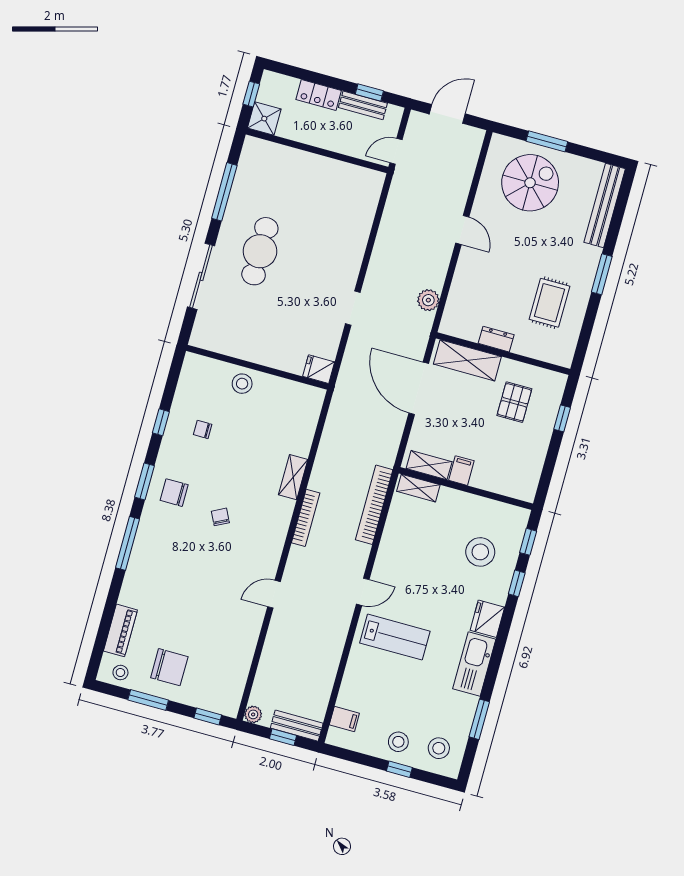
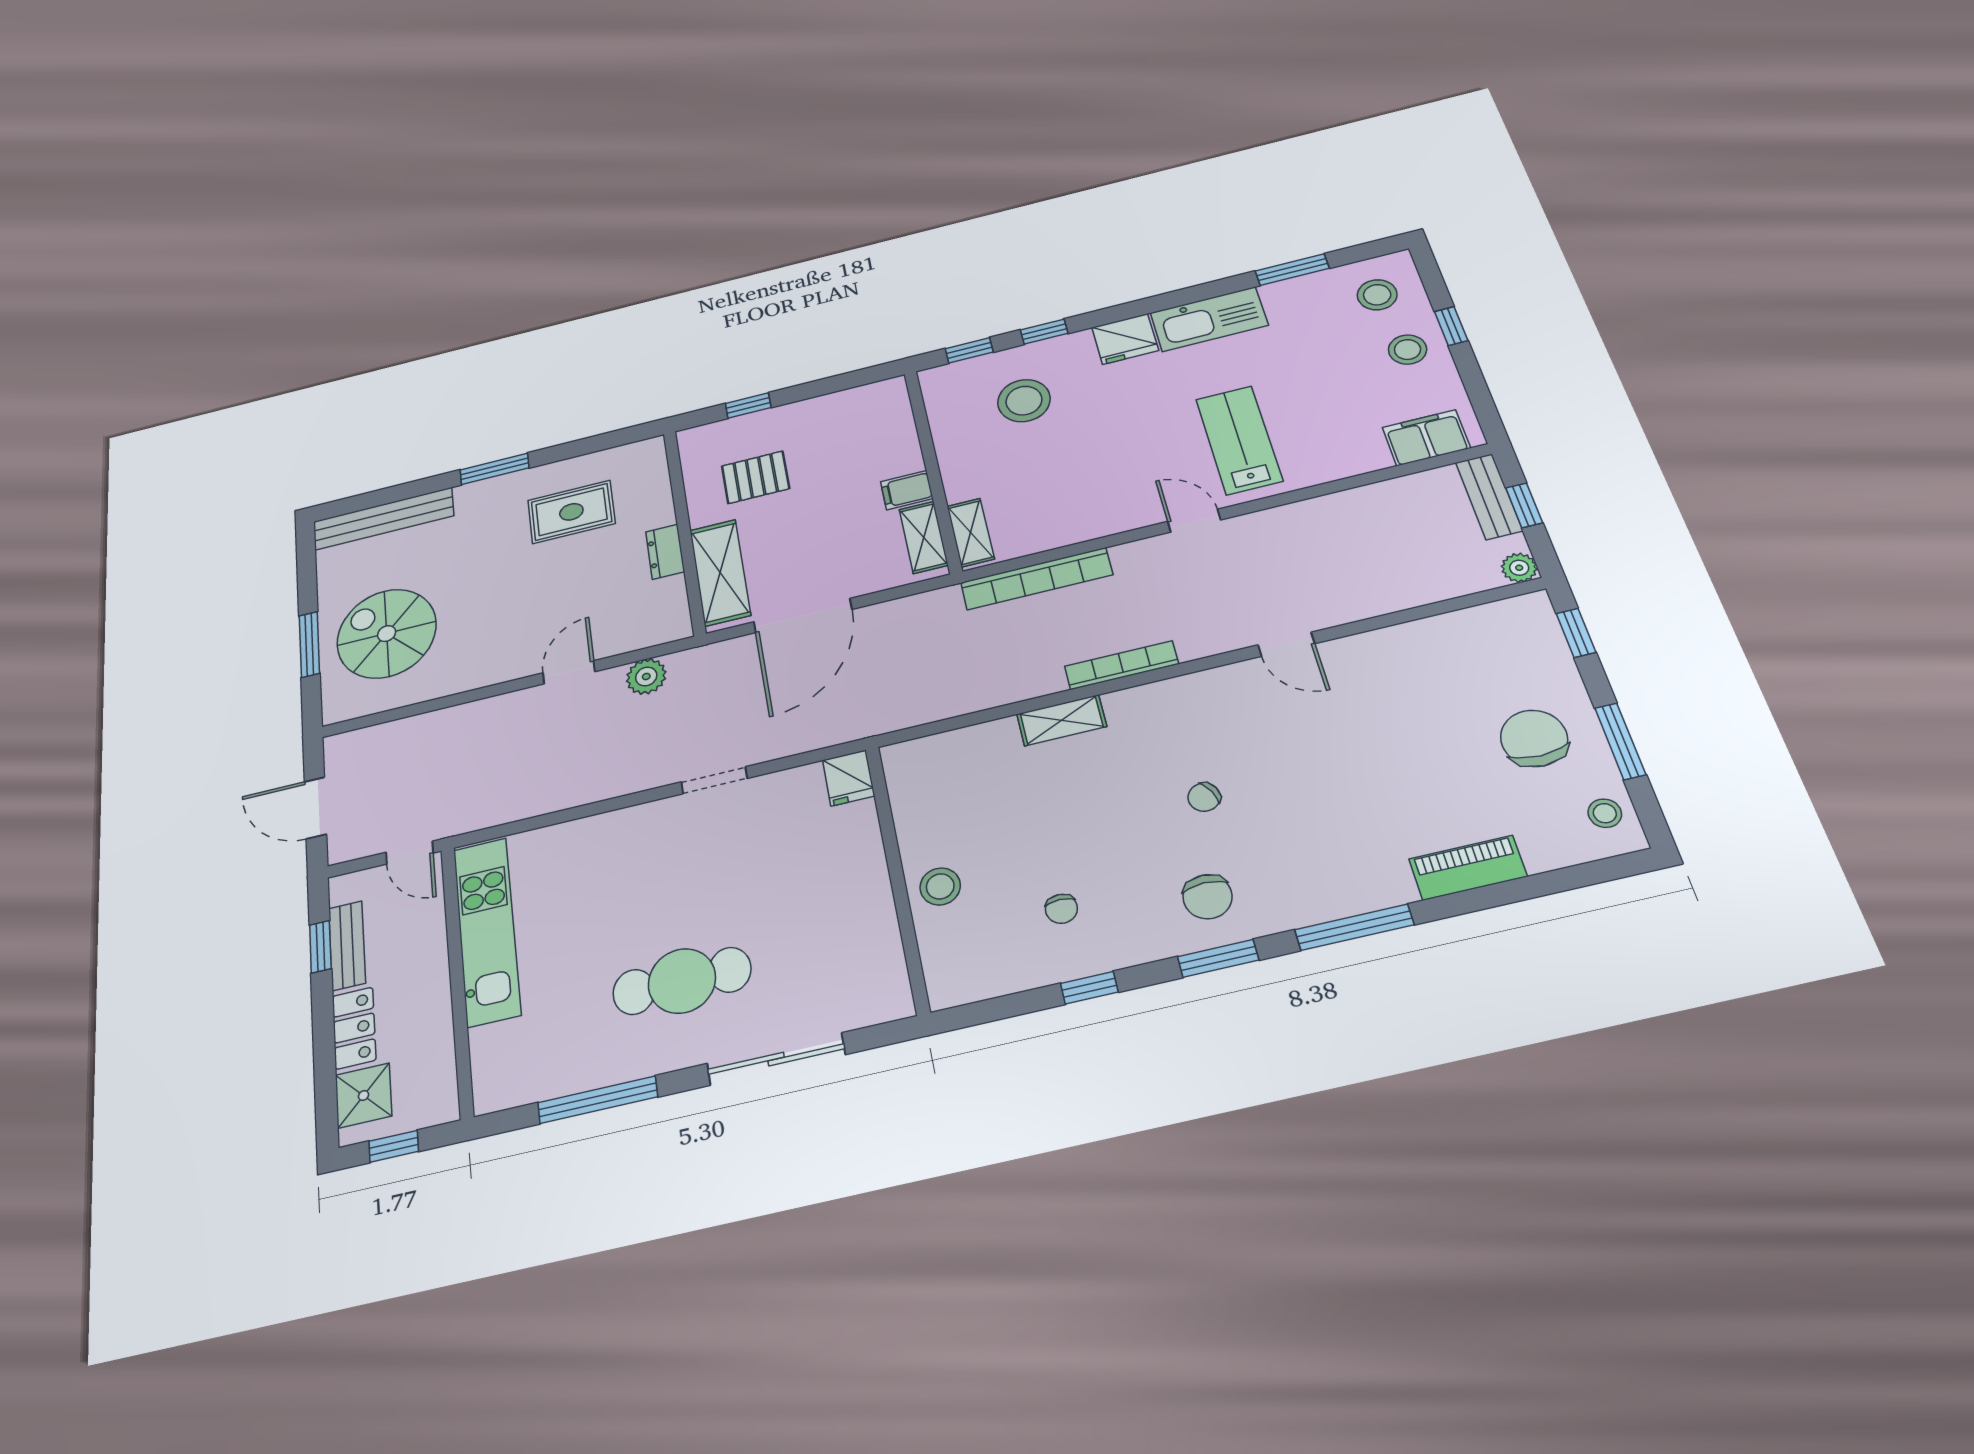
shower: (264, 119) -> (363, 1095), moved
kitchen unit: (334, 173) -> (487, 931), added
door: (462, 230) -> (569, 672), moved
piano: (120, 630) -> (1468, 868), moved
filing cabinet: (344, 719) -> (1426, 438), width x2.00

